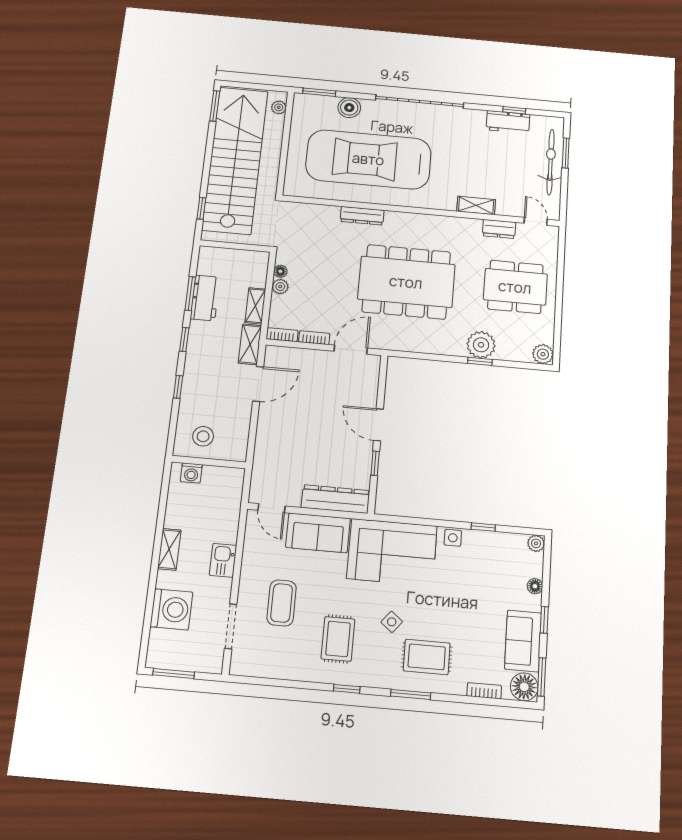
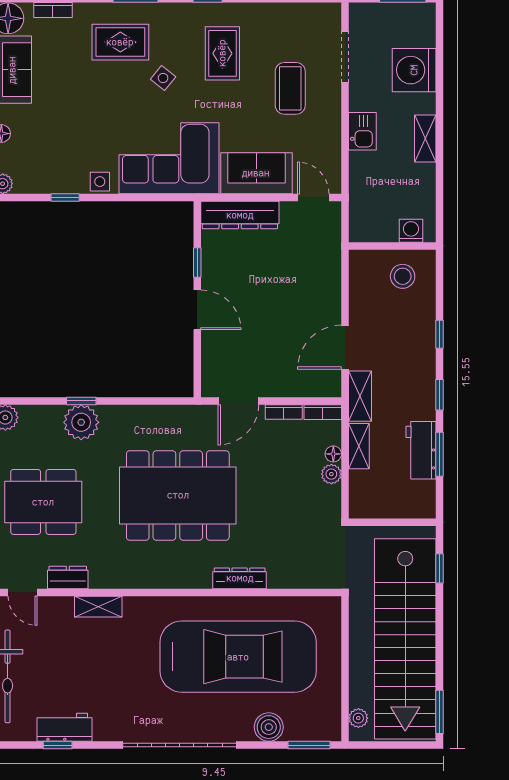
floor lamp: (280, 271) -> (333, 454), moved

